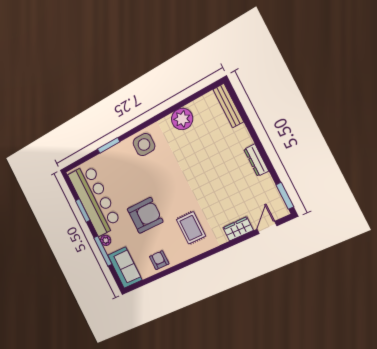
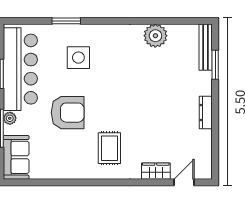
side table: (144, 145) -> (78, 58), moved
window: (285, 196) -> (215, 65), moved
armchair: (159, 260) -> (59, 166), removed

